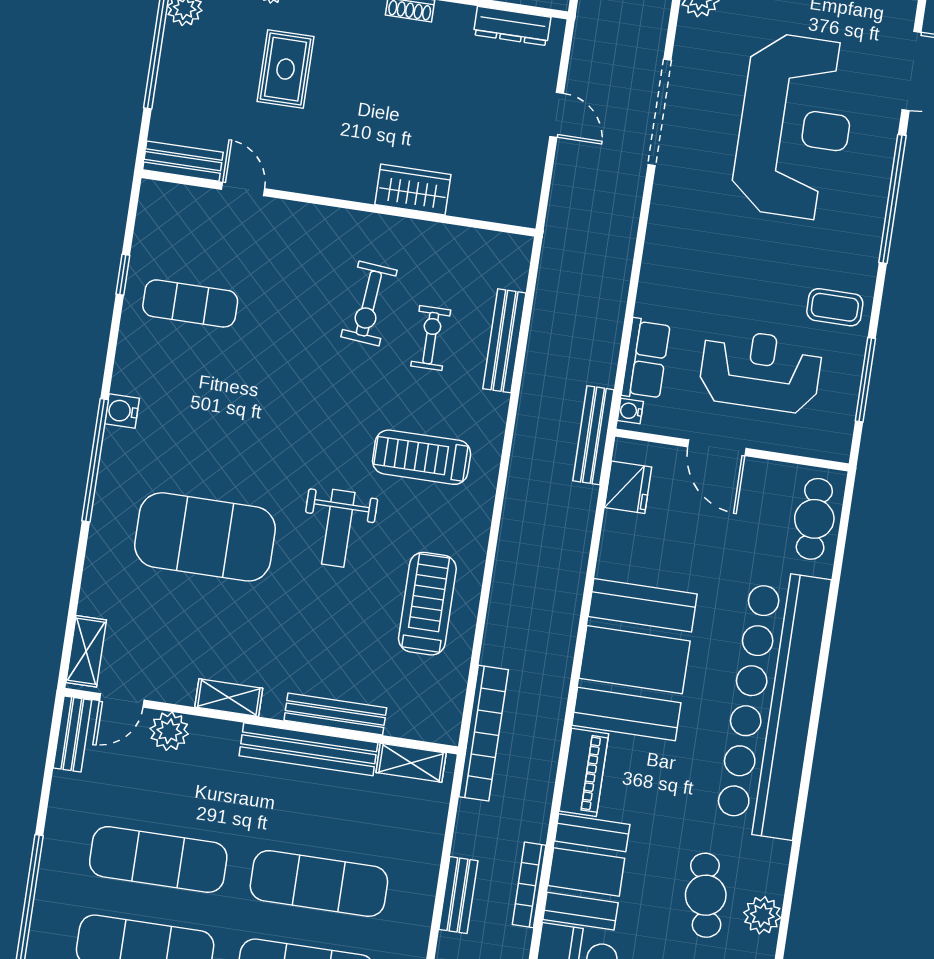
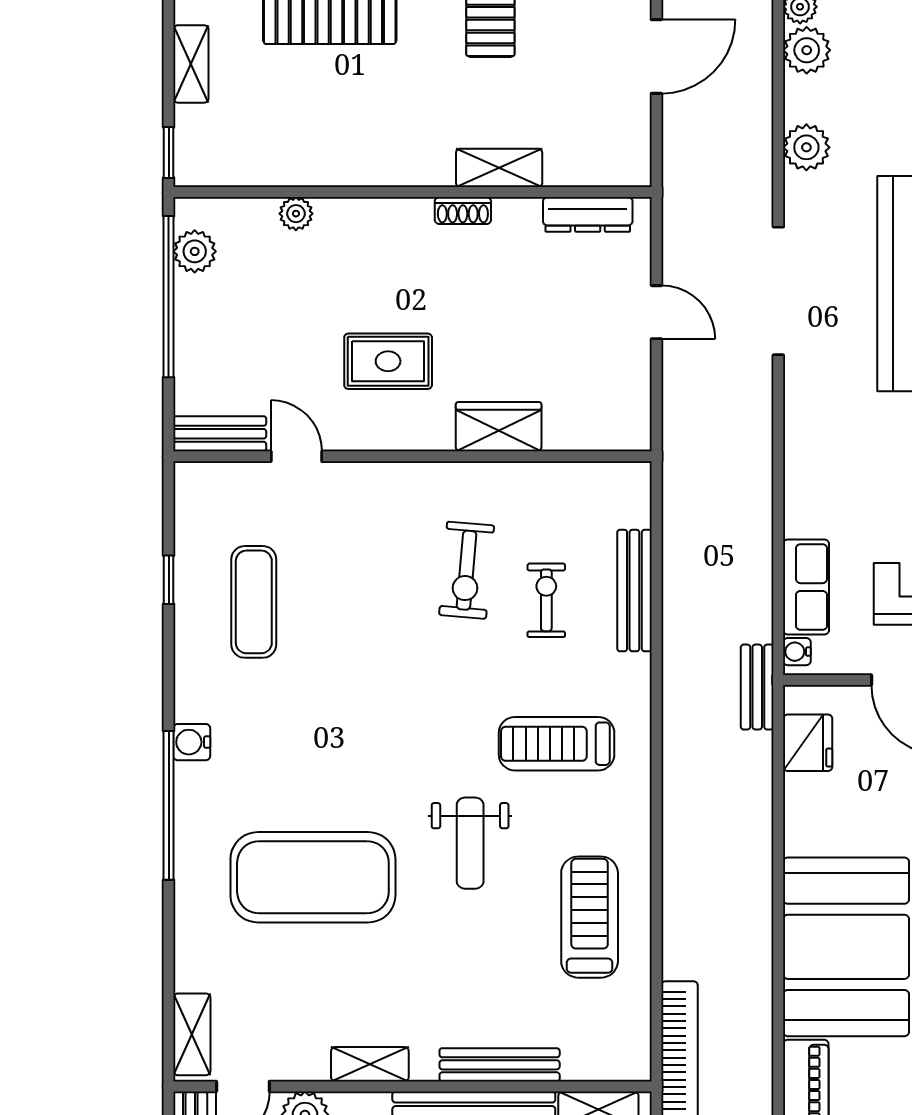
rug: (286, 69) -> (388, 361), moved, turned 90
exercise mat: (190, 303) -> (254, 602), turned 90
bench: (593, 435) -> (757, 687), width x0.73

